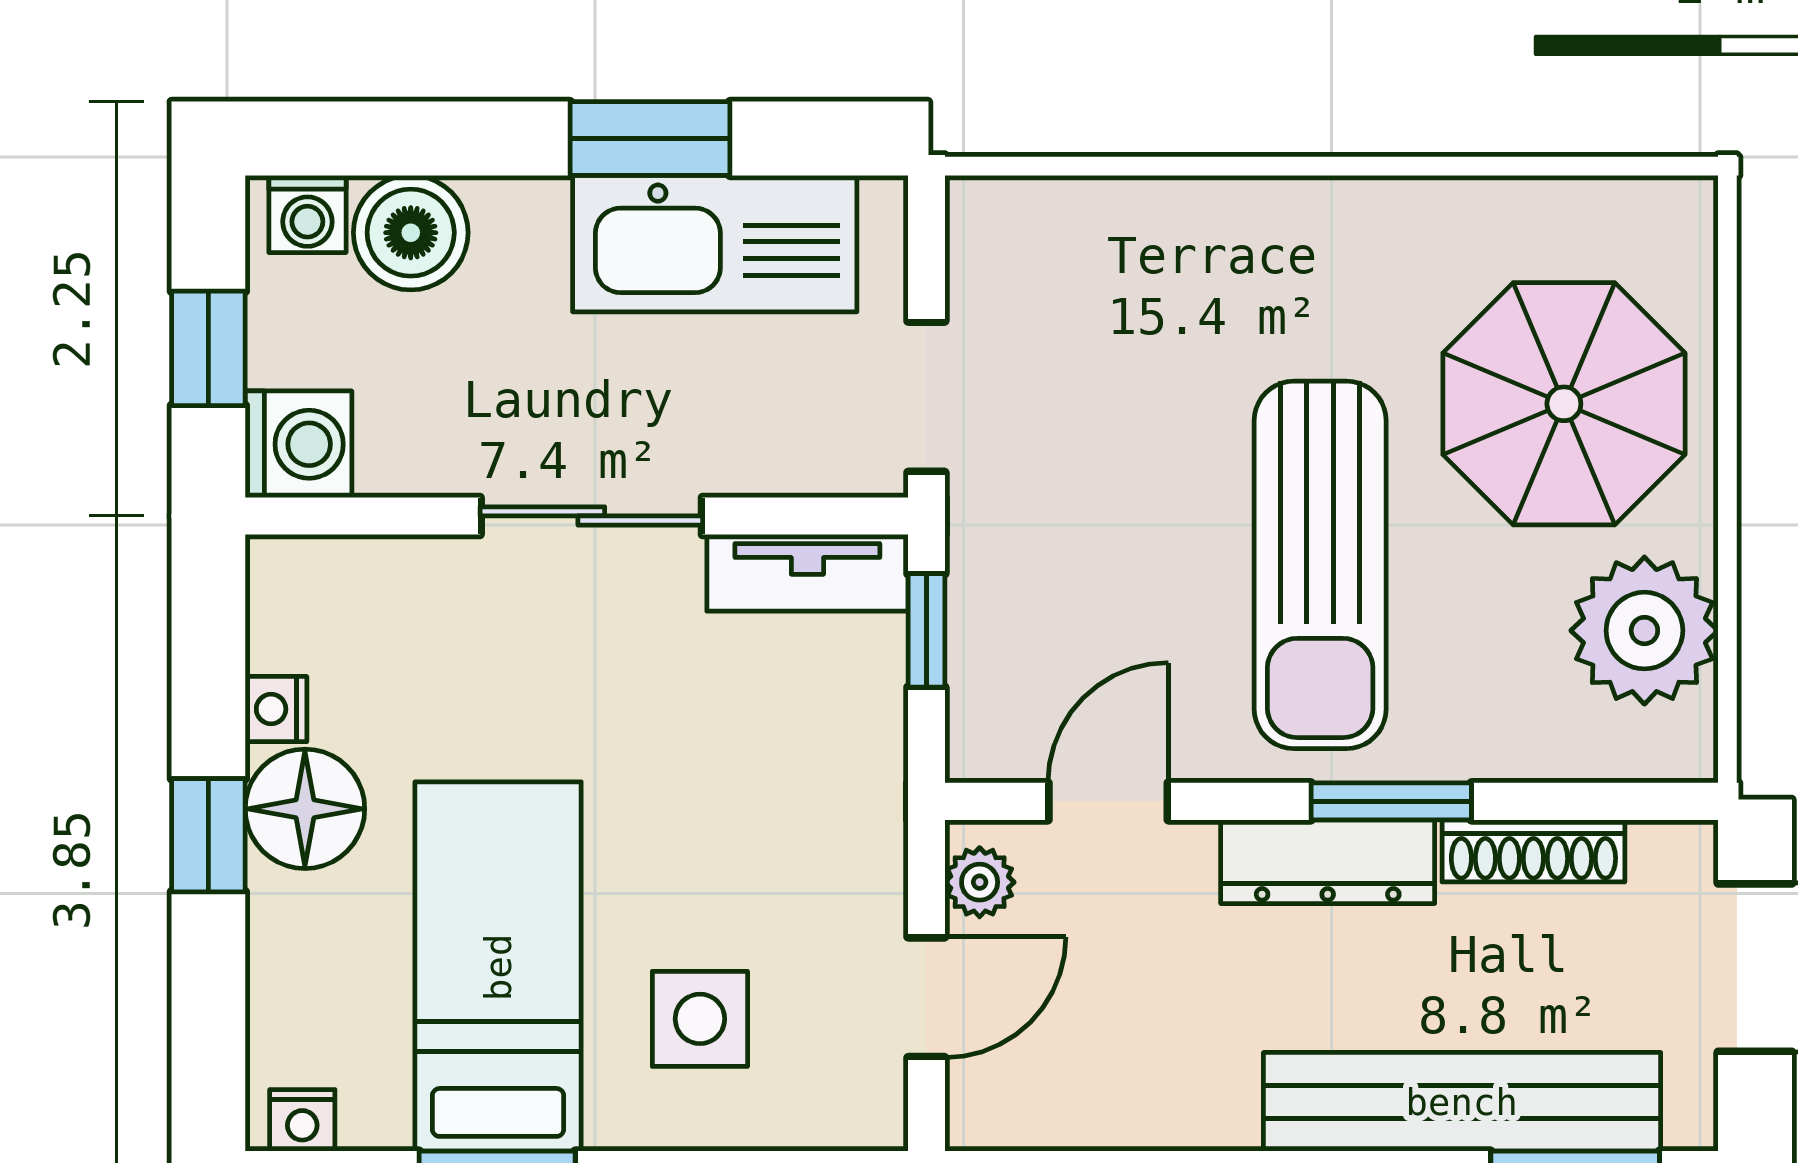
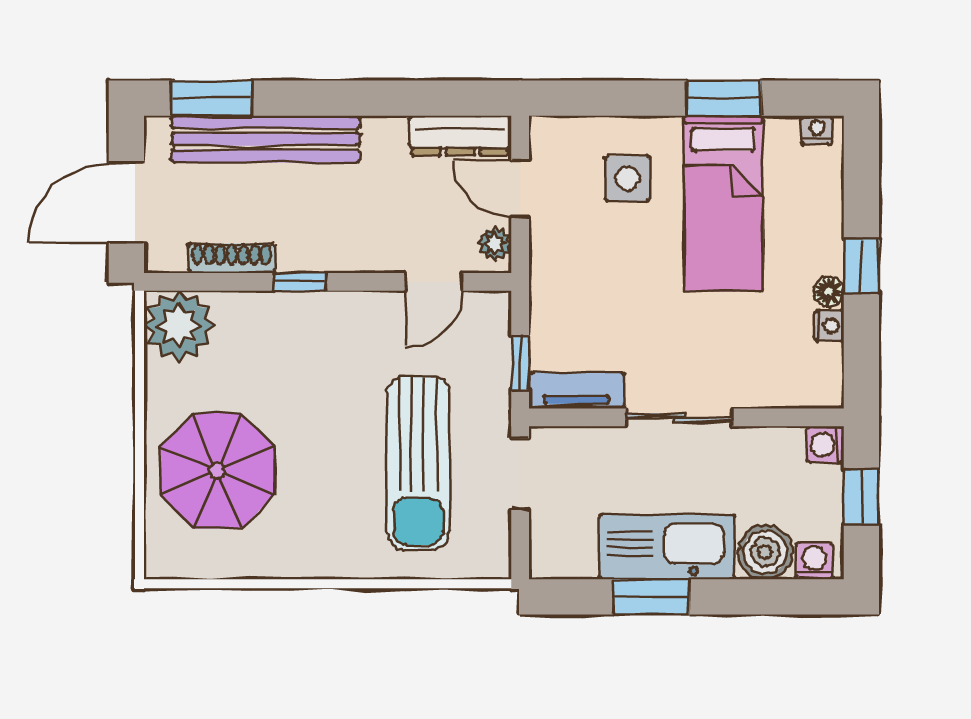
kitchen sink: (715, 244) -> (667, 547), moved
washing machine: (298, 444) -> (825, 445), width x0.73, depth x0.73
sun lounger: (1320, 565) -> (418, 463), moved, turned 180
plant: (1644, 631) -> (179, 326), moved
window: (1391, 801) -> (299, 282), width x0.67
floor lamp: (305, 809) -> (829, 292), width x0.53, depth x0.53
dresser: (1328, 862) -> (460, 135), moved, turned 180
door: (926, 997) -> (520, 189), hinge flipped

